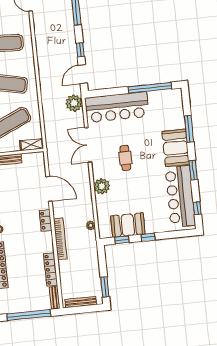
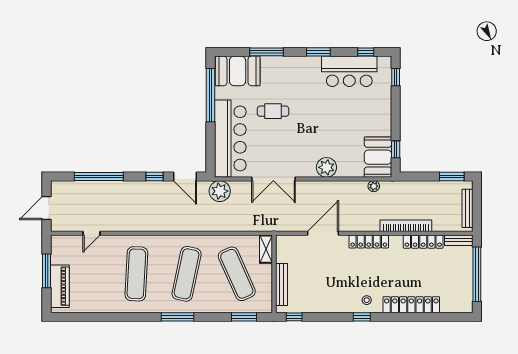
booth: (176, 148) -> (238, 71), moved
cafe table: (125, 158) -> (273, 111), moved
bar counter: (180, 196) -> (349, 71), width x0.73
locker: (46, 220) -> (369, 241), width x1.53
booth: (128, 225) -> (378, 157), moved
window: (148, 237) -> (396, 77), moved
bookcase: (60, 239) -> (406, 226), moved

